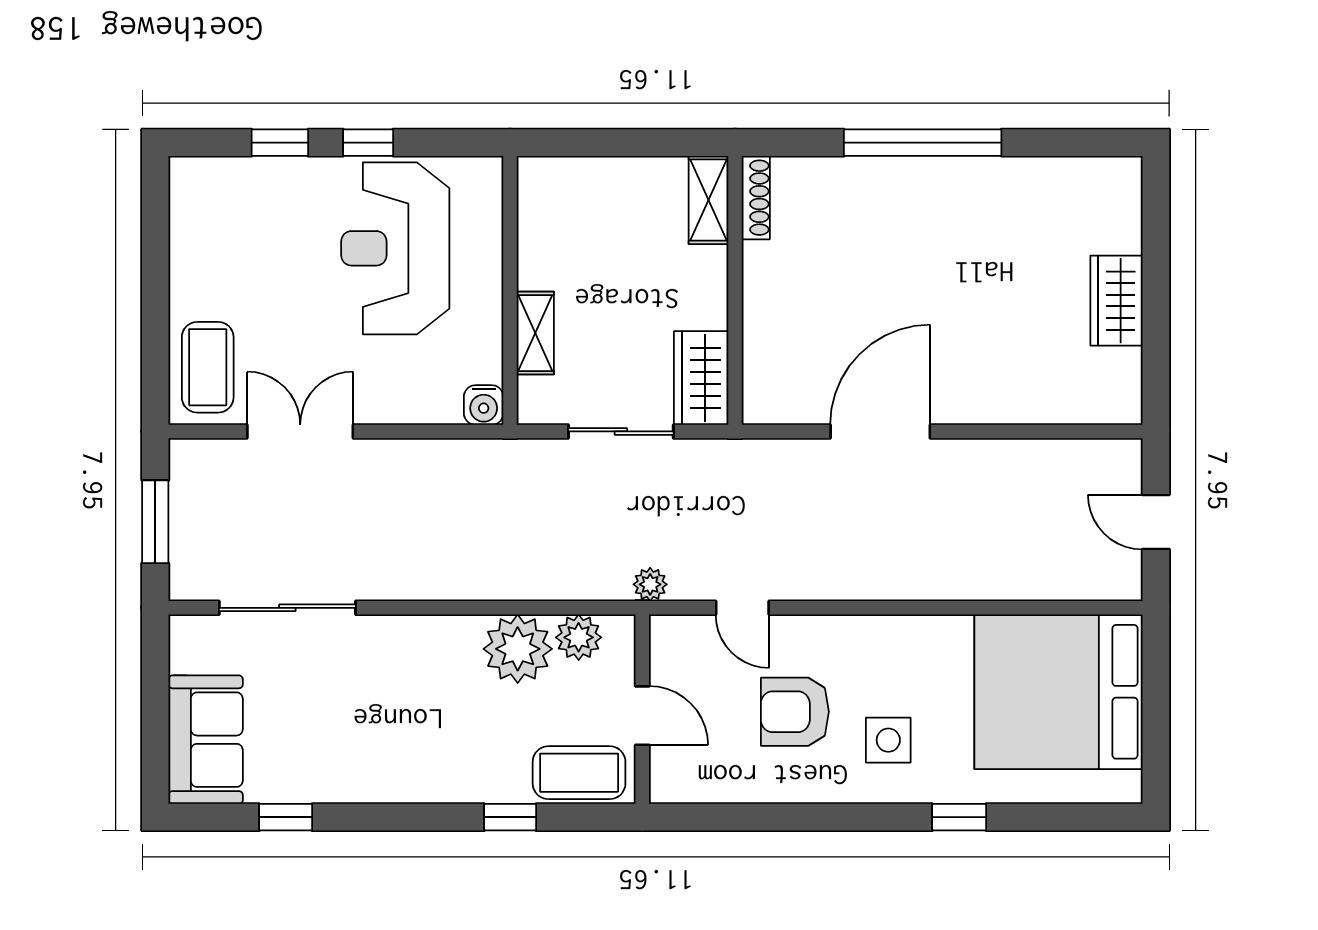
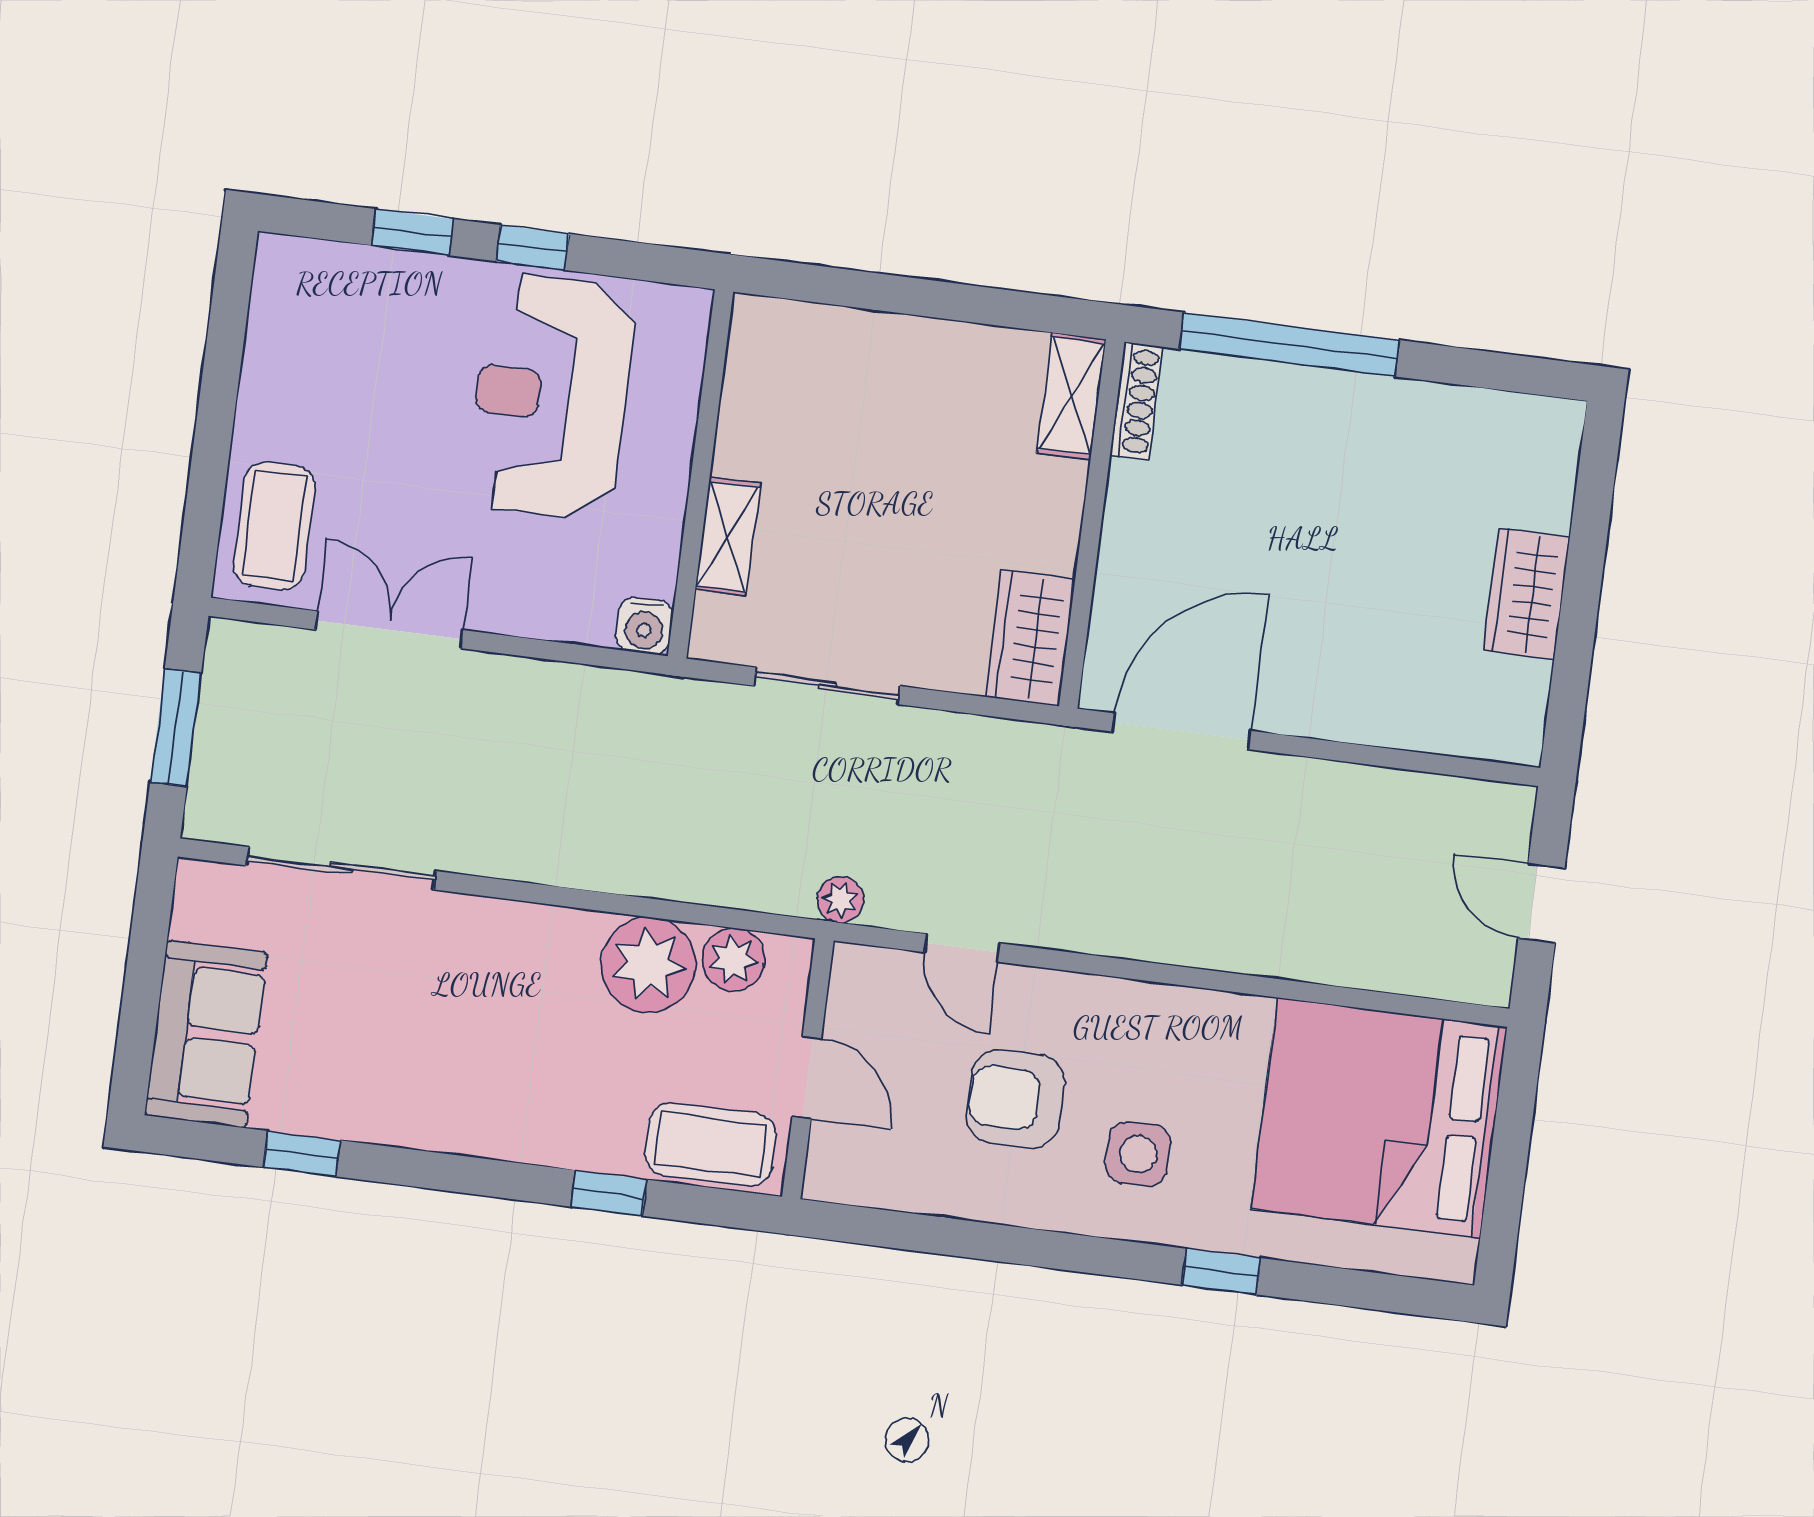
shoe rack: (756, 198) -> (1136, 401), moved
shelving: (708, 200) -> (1071, 396), moved
wall: (735, 290) -> (1092, 524), moved
wardrobe: (701, 378) -> (1030, 638), moved

